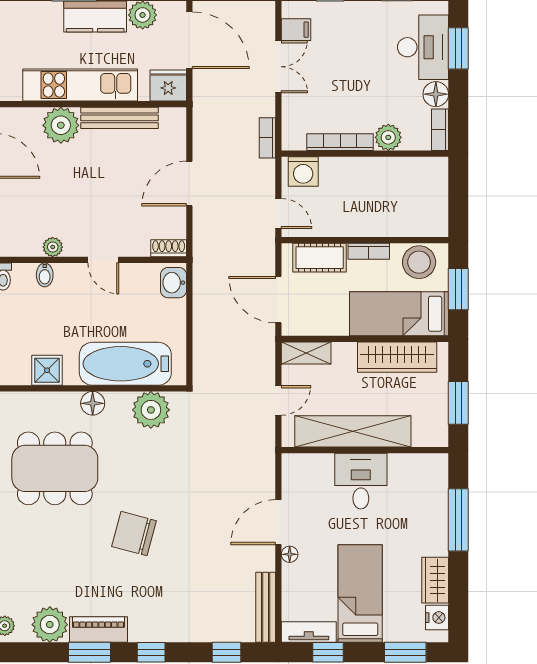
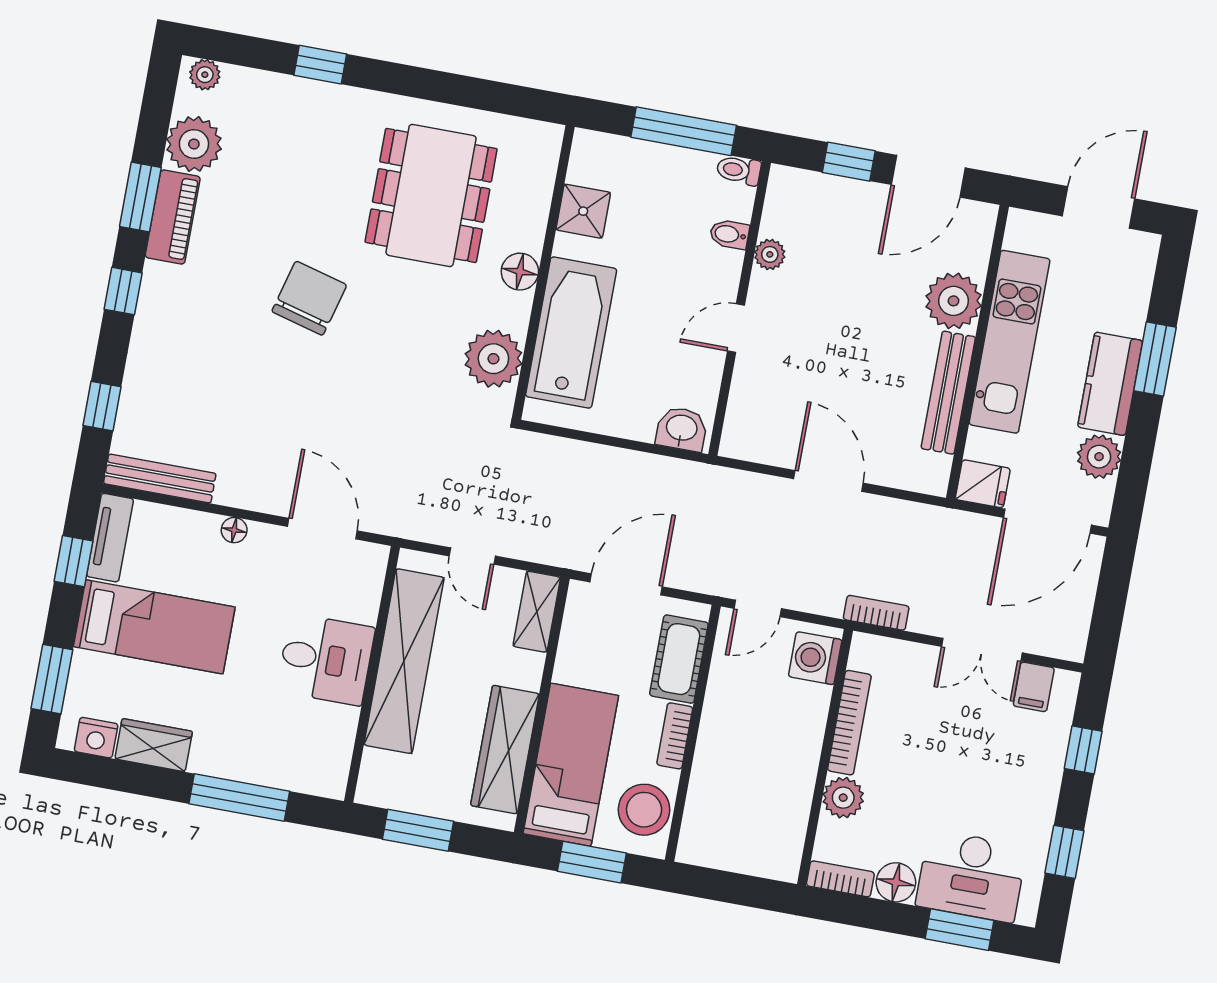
fridge: (168, 85) -> (983, 484), width x0.72
shoe rack: (169, 248) -> (735, 431), removed
door: (278, 522) -> (322, 529), moved

